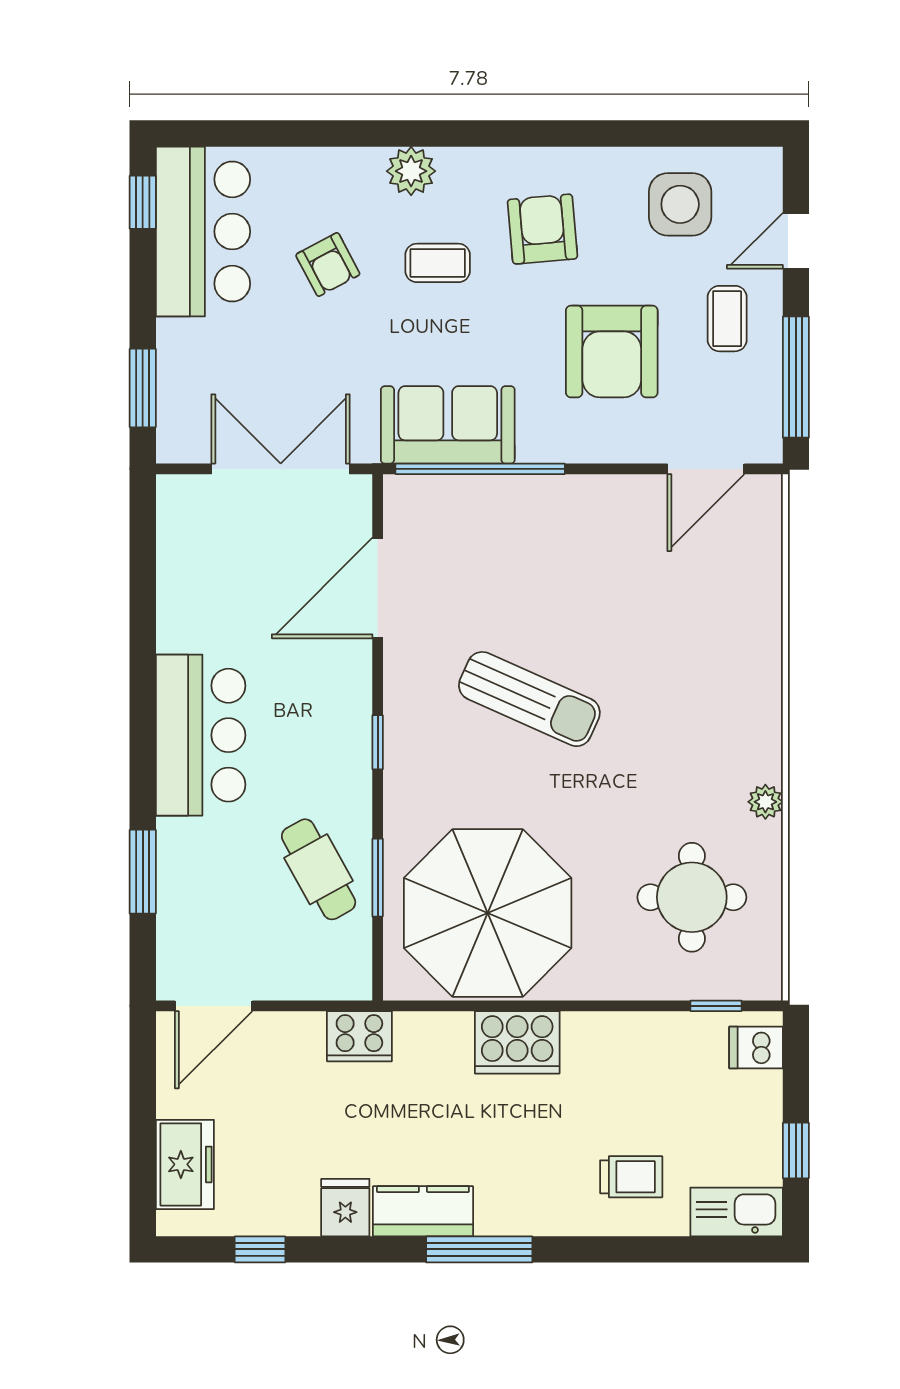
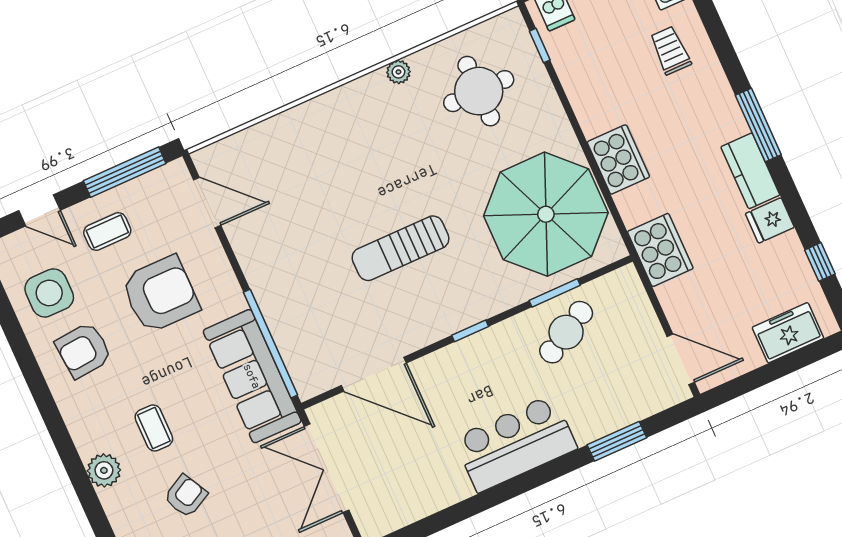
armchair: (543, 229) -> (84, 350), moved
sofa: (448, 425) -> (252, 376), width x1.36
sun lounger: (529, 699) -> (401, 248), turned -114
cooker: (359, 1036) -> (660, 250), width x1.37, depth x1.31

